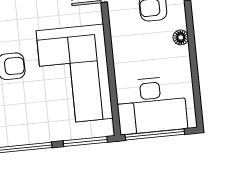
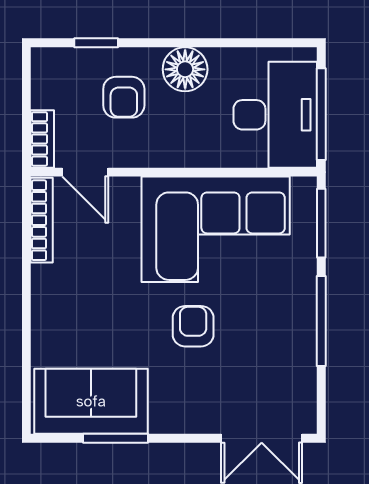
floor lamp: (181, 37) -> (185, 69), width x1.89, depth x1.89

